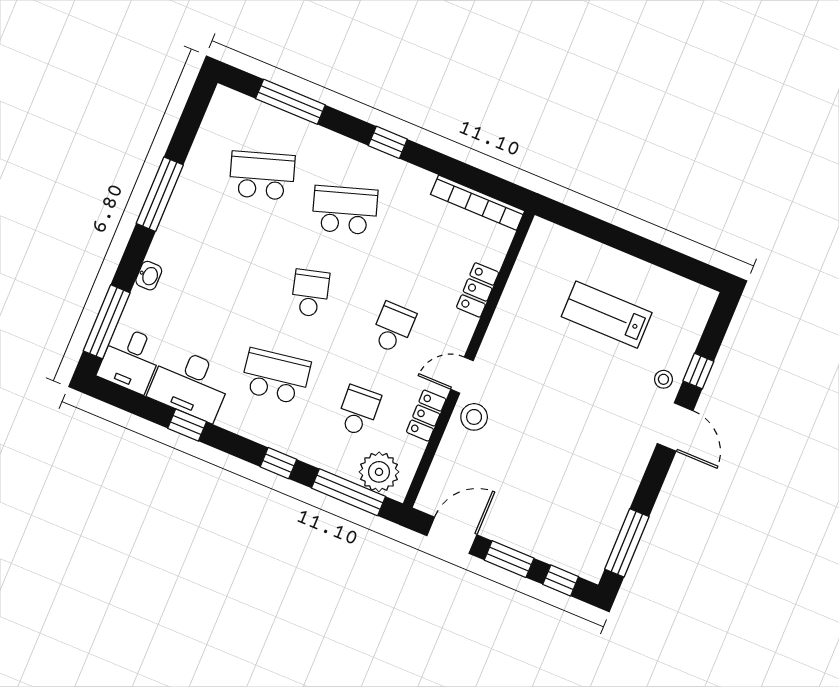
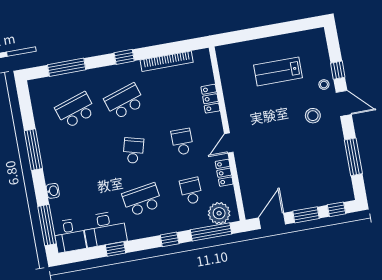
bookcase: (478, 203) -> (167, 61), moved
school desk: (310, 293) -> (133, 151), turned 30
stool: (474, 417) -> (313, 116), moved
window: (627, 543) -> (353, 157), moved

